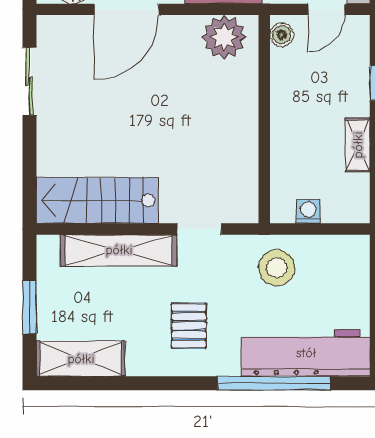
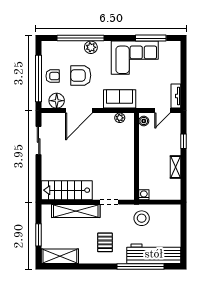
plant: (224, 37) -> (120, 118), width x0.53, depth x0.53
washing machine: (308, 211) -> (144, 195), moved

